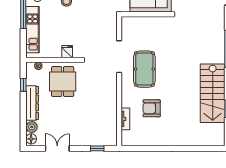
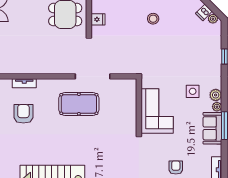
armchair: (152, 108) -> (23, 114), moved

